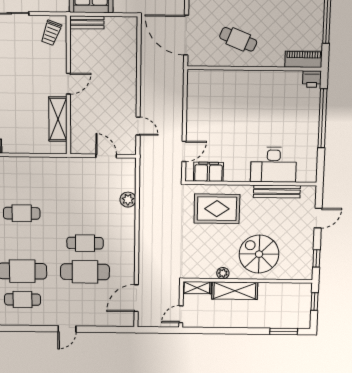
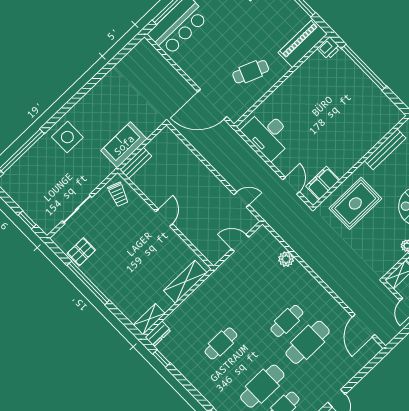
piano: (304, 59) -> (303, 43), width x1.37, depth x1.33
shelving: (58, 119) -> (185, 282), moved, turned 90
desk: (274, 165) -> (268, 134), moved, turned 90

